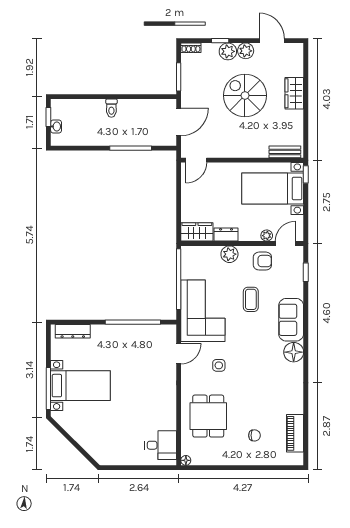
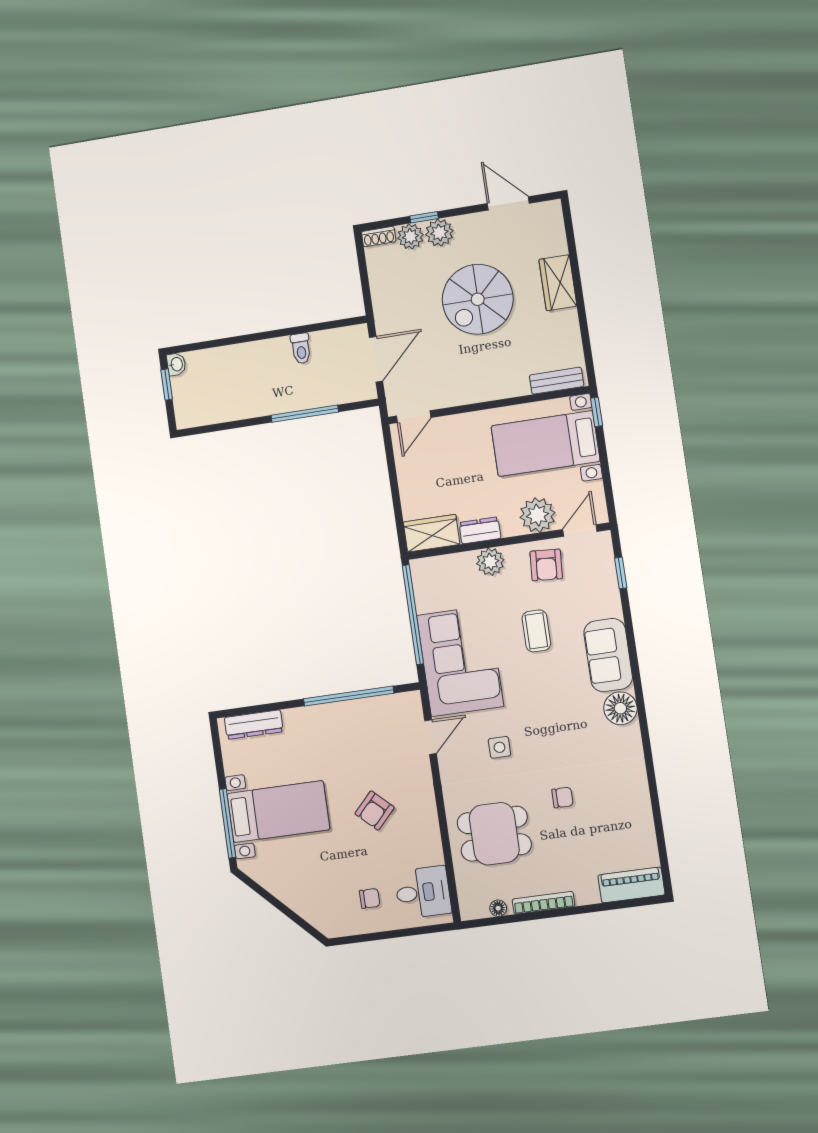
plant: (246, 51) -> (410, 236), moved
window: (179, 77) -> (366, 287), removed
spiral stairs: (245, 95) -> (478, 299), turned -90
toilet: (111, 108) -> (301, 348), moved
washbasin: (56, 126) -> (176, 364), moved
plant: (267, 236) -> (537, 515), width x1.88, depth x1.88
armchair: (262, 261) -> (546, 565), turned 94
armchair: (139, 393) -> (375, 811), added
dining table: (208, 416) -> (494, 834), turned 90
piano: (295, 433) -> (631, 885), moved, turned 90
chair: (254, 435) -> (562, 797), moved
chair: (128, 445) -> (370, 898), added
floor lamp: (186, 460) -> (498, 908), moved
bookcase: (231, 461) -> (544, 903), added

